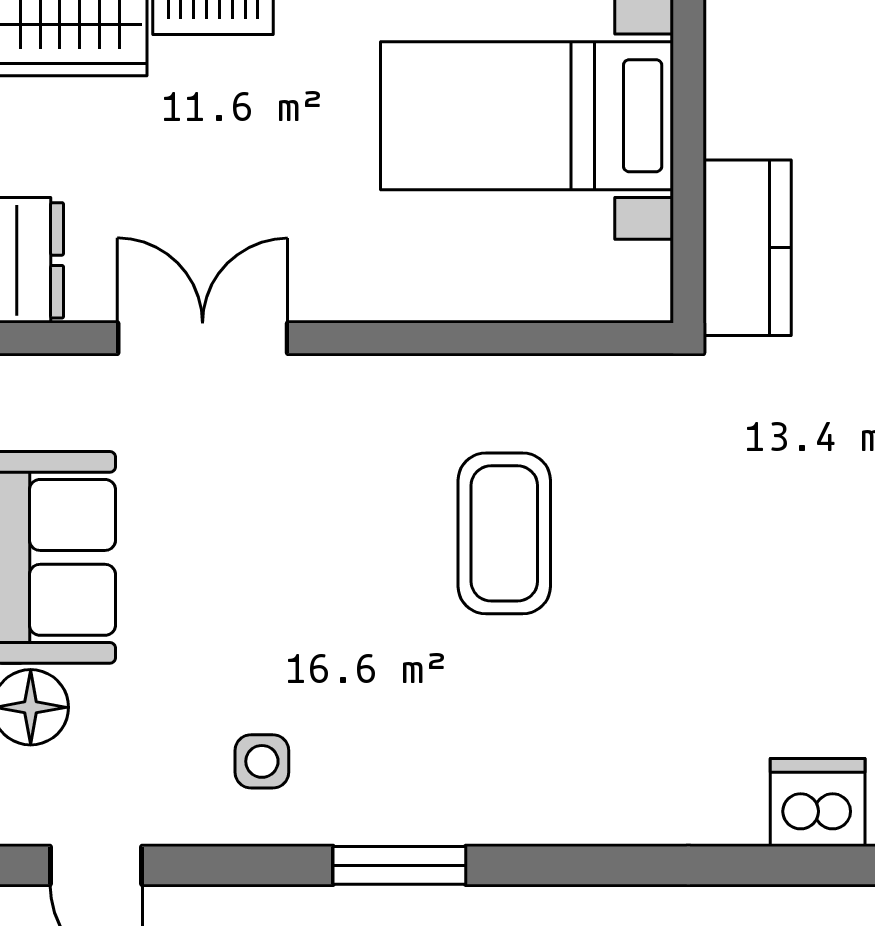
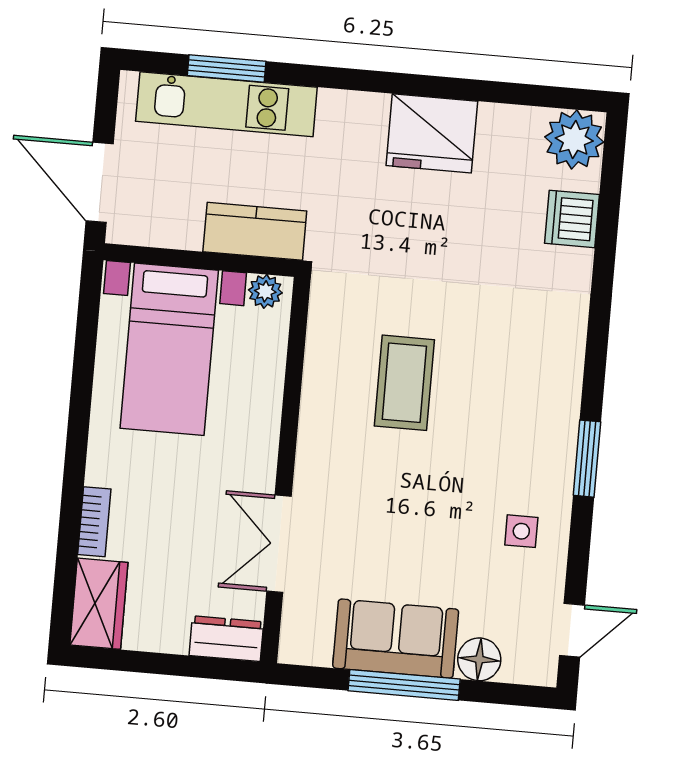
plant: (643, 275) -> (265, 291), added
coffee table: (504, 533) -> (404, 383), turned 90

